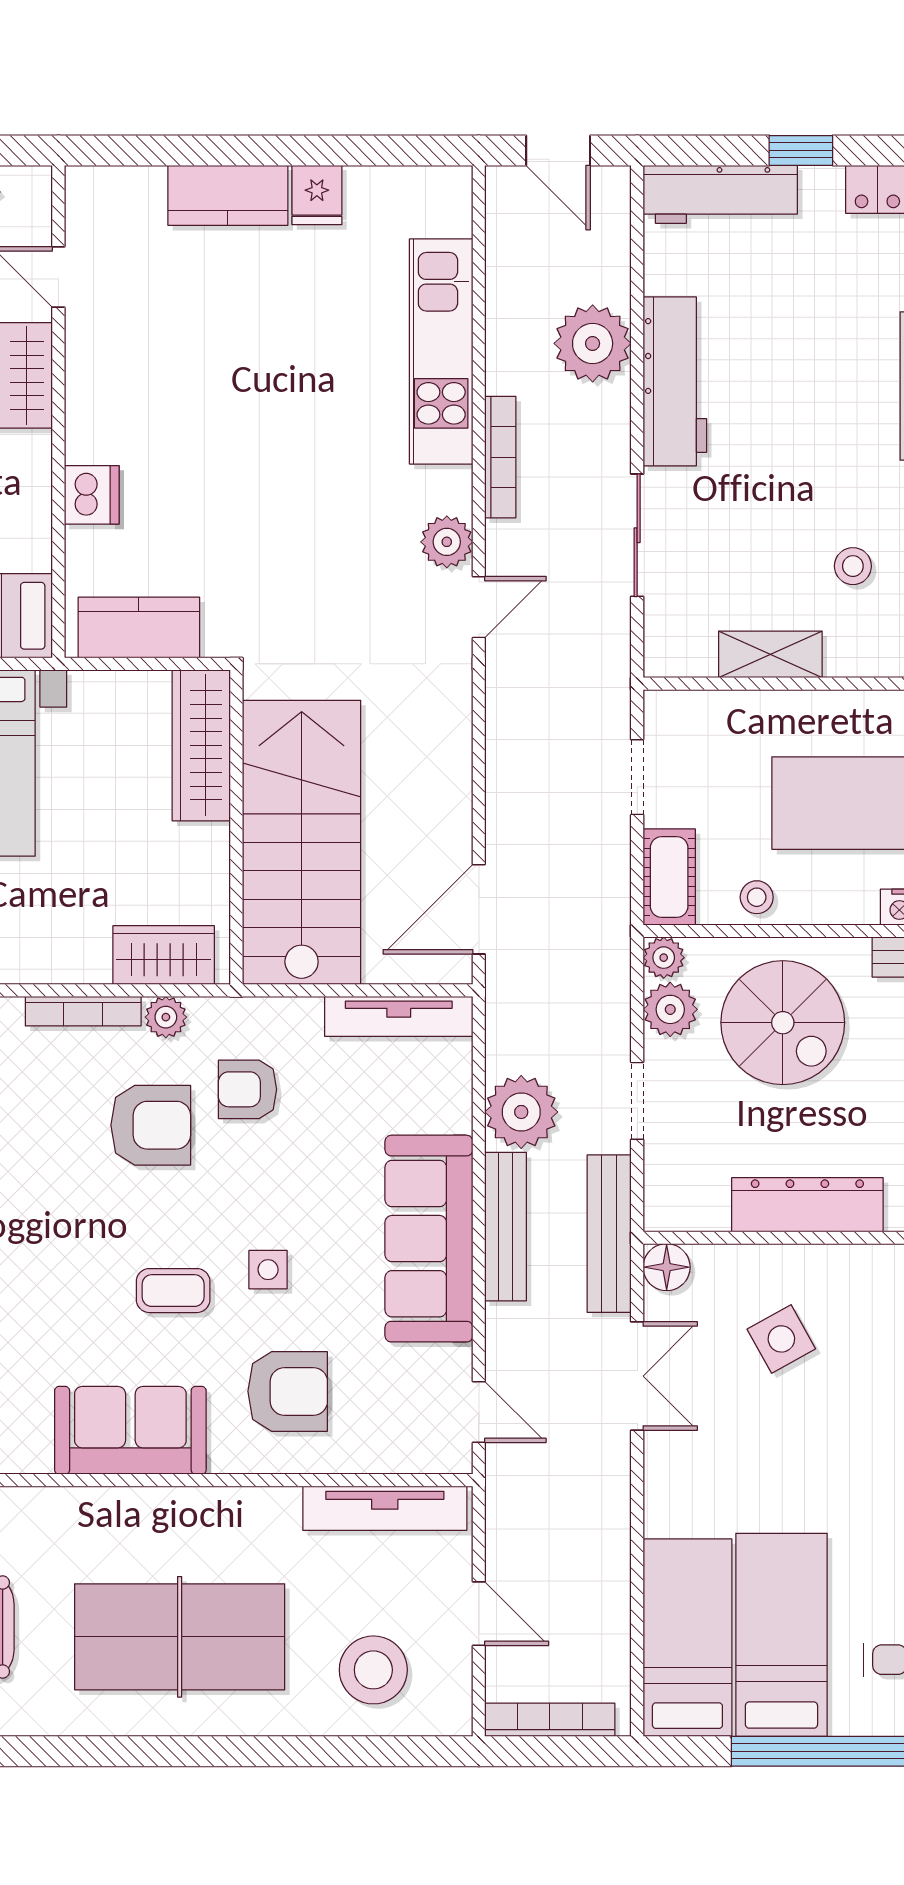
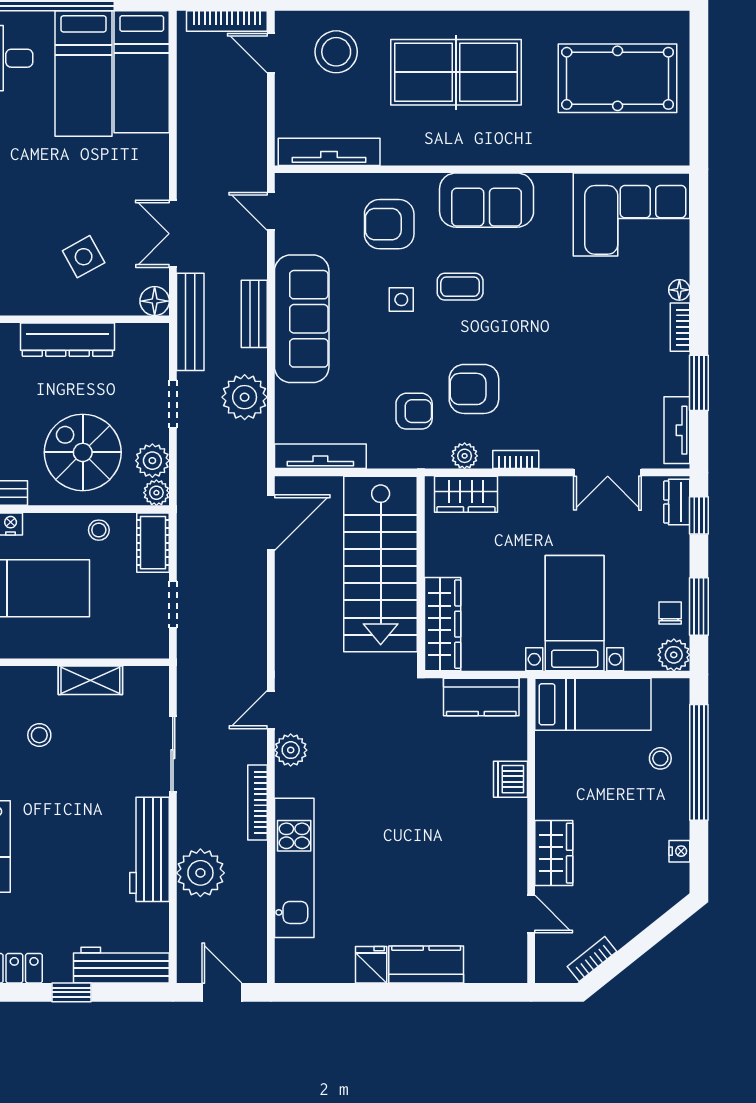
bookcase: (83, 1011) -> (516, 460), width x0.64
bench: (506, 1227) -> (254, 314), width x0.73
door: (479, 1614) -> (271, 53), moved

